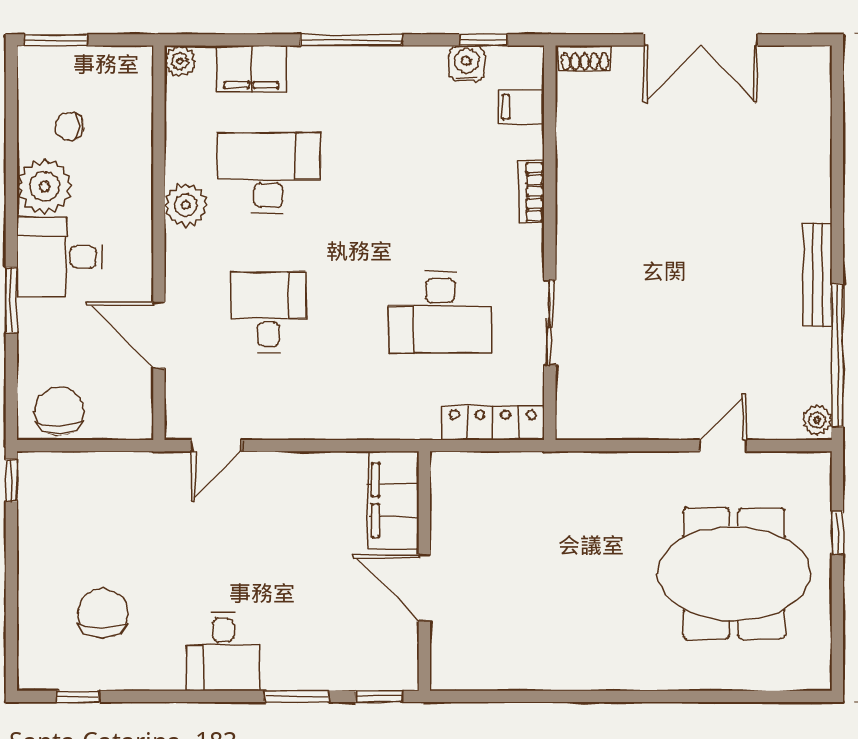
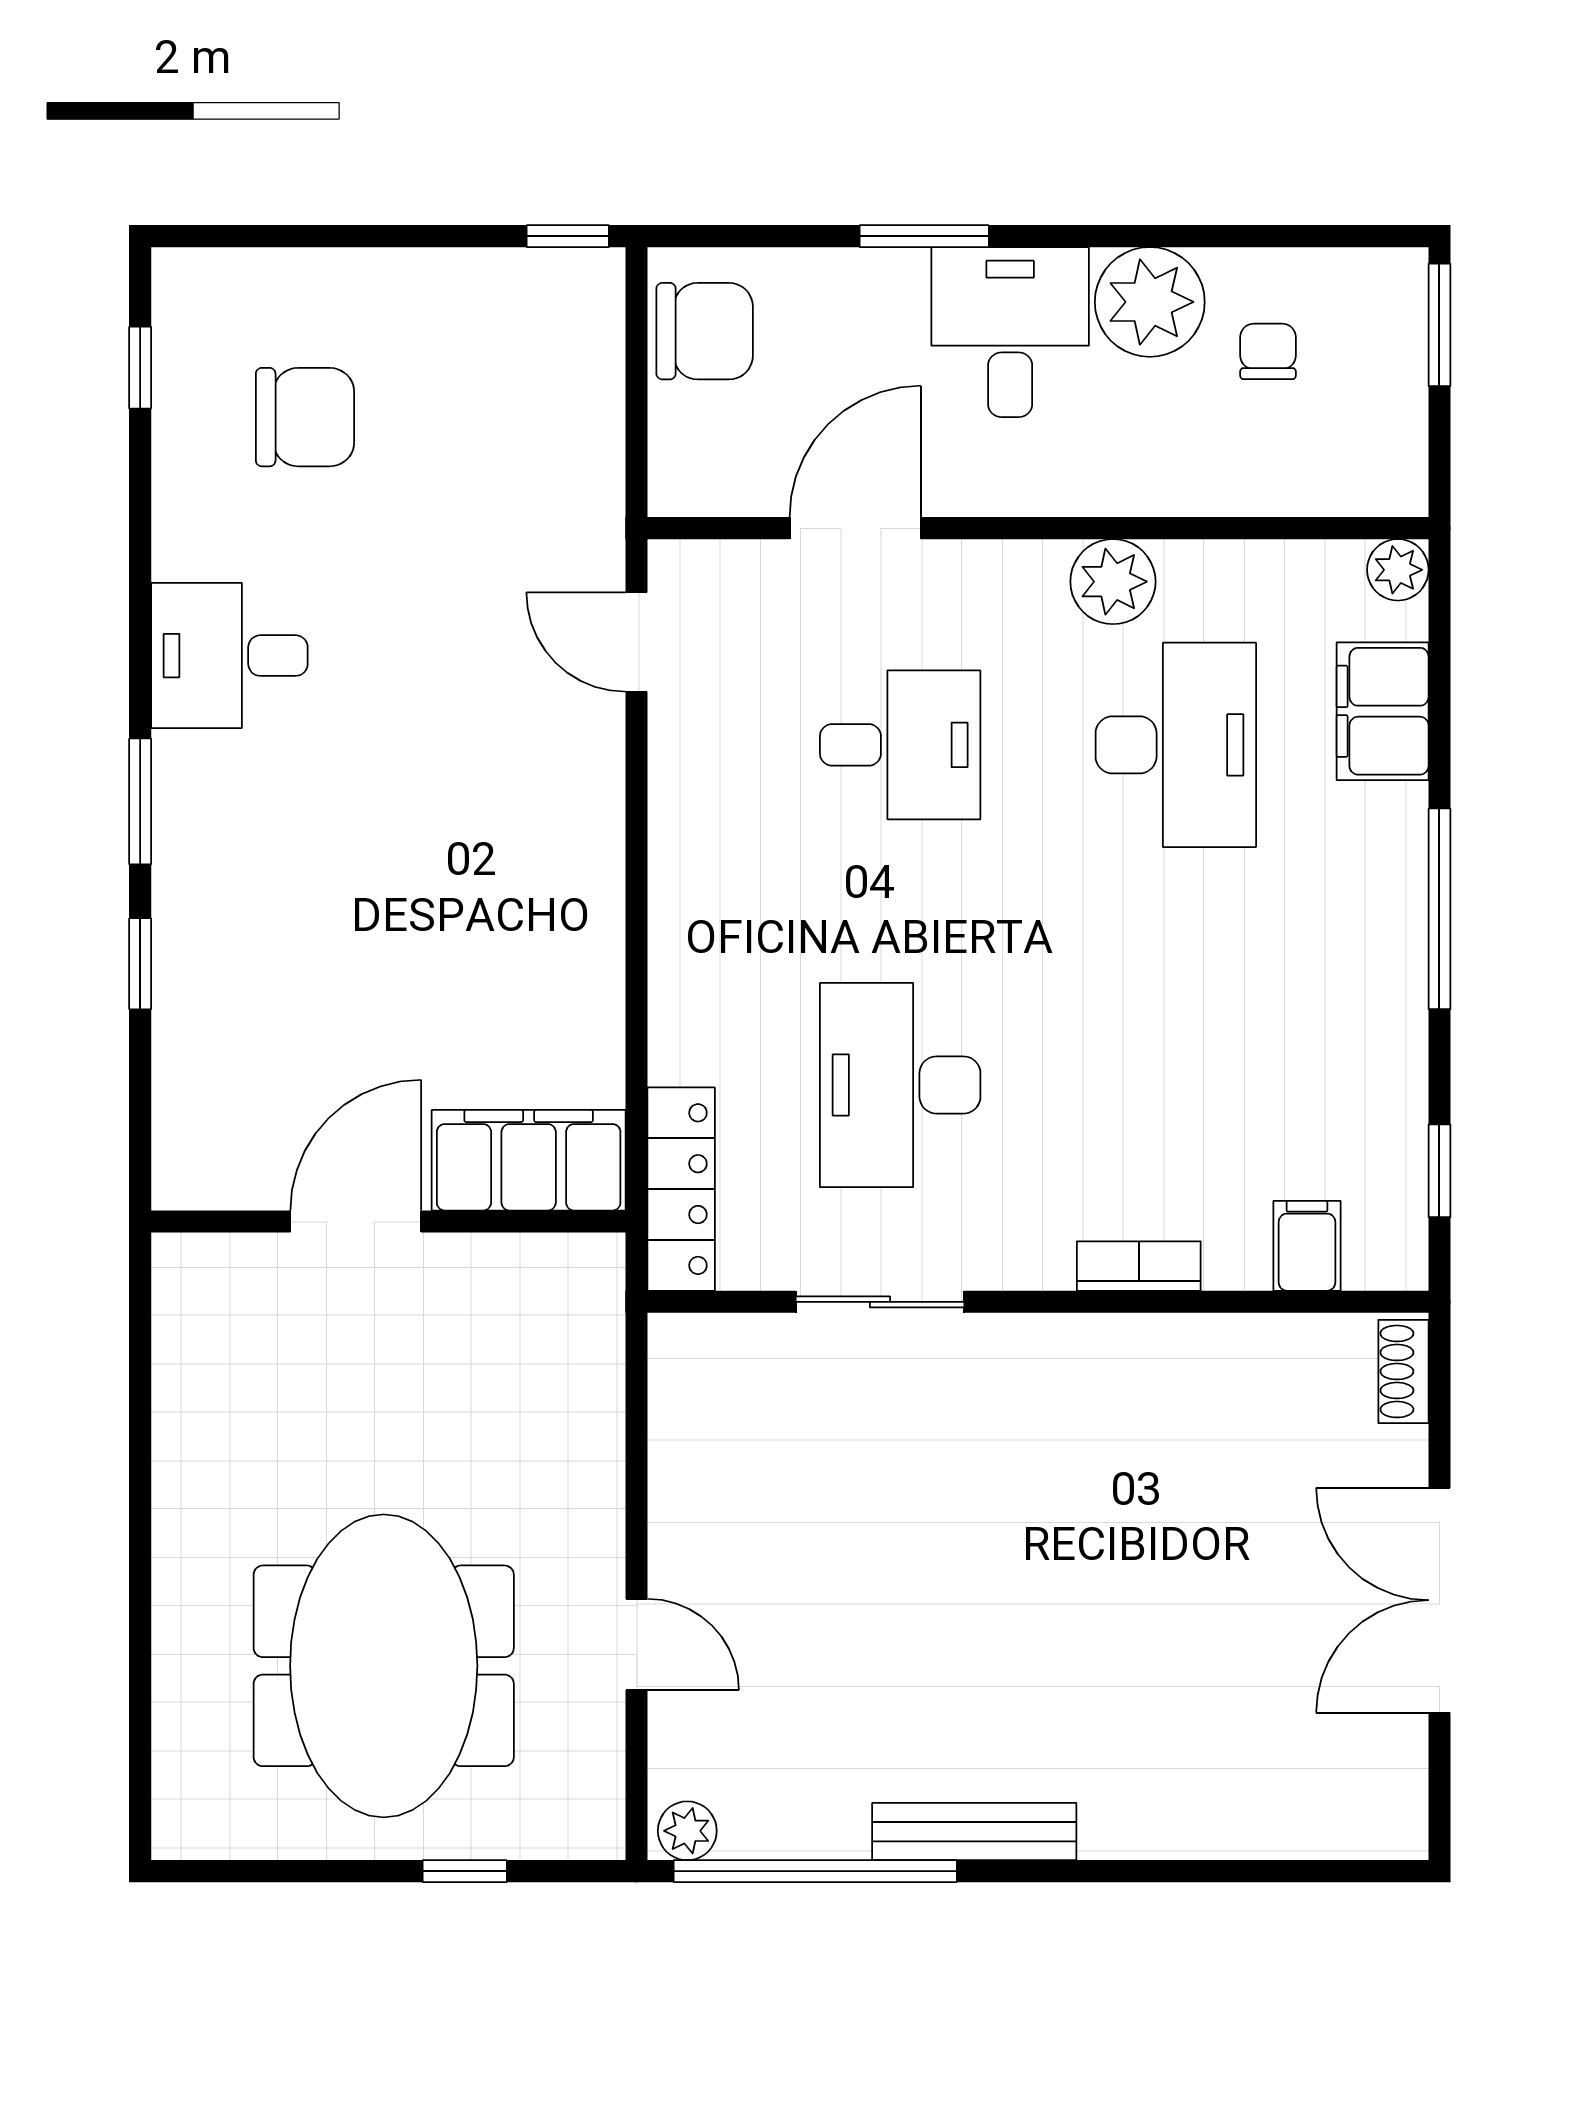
water cooler: (467, 63) -> (1393, 1137), removed
filing cabinet: (393, 500) -> (529, 1160), moved
wall: (424, 571) -> (388, 1222), moved
door: (424, 588) -> (356, 1222), moved

